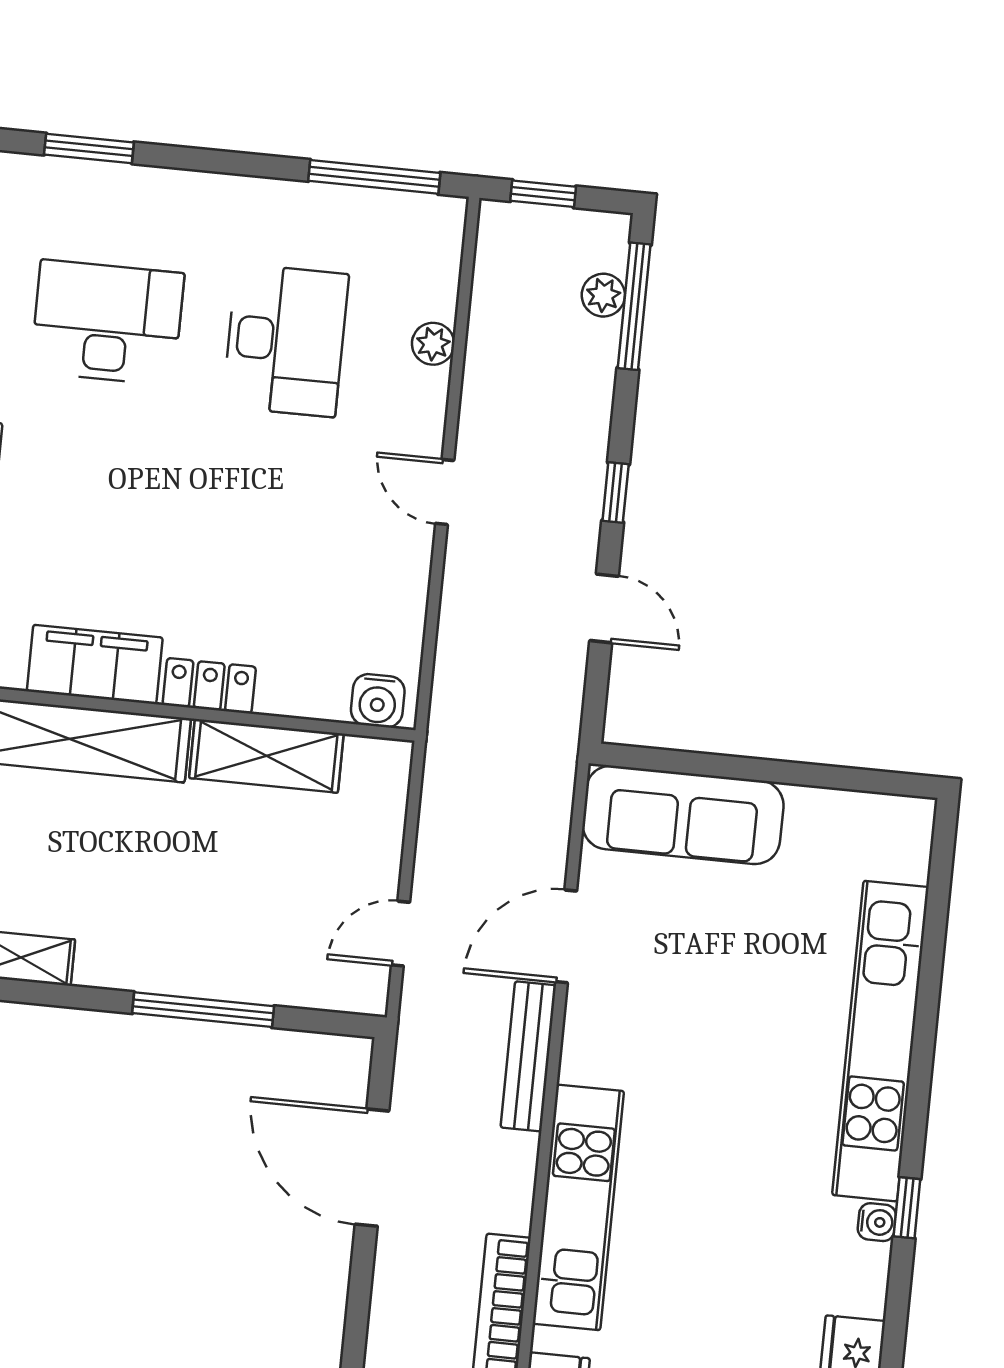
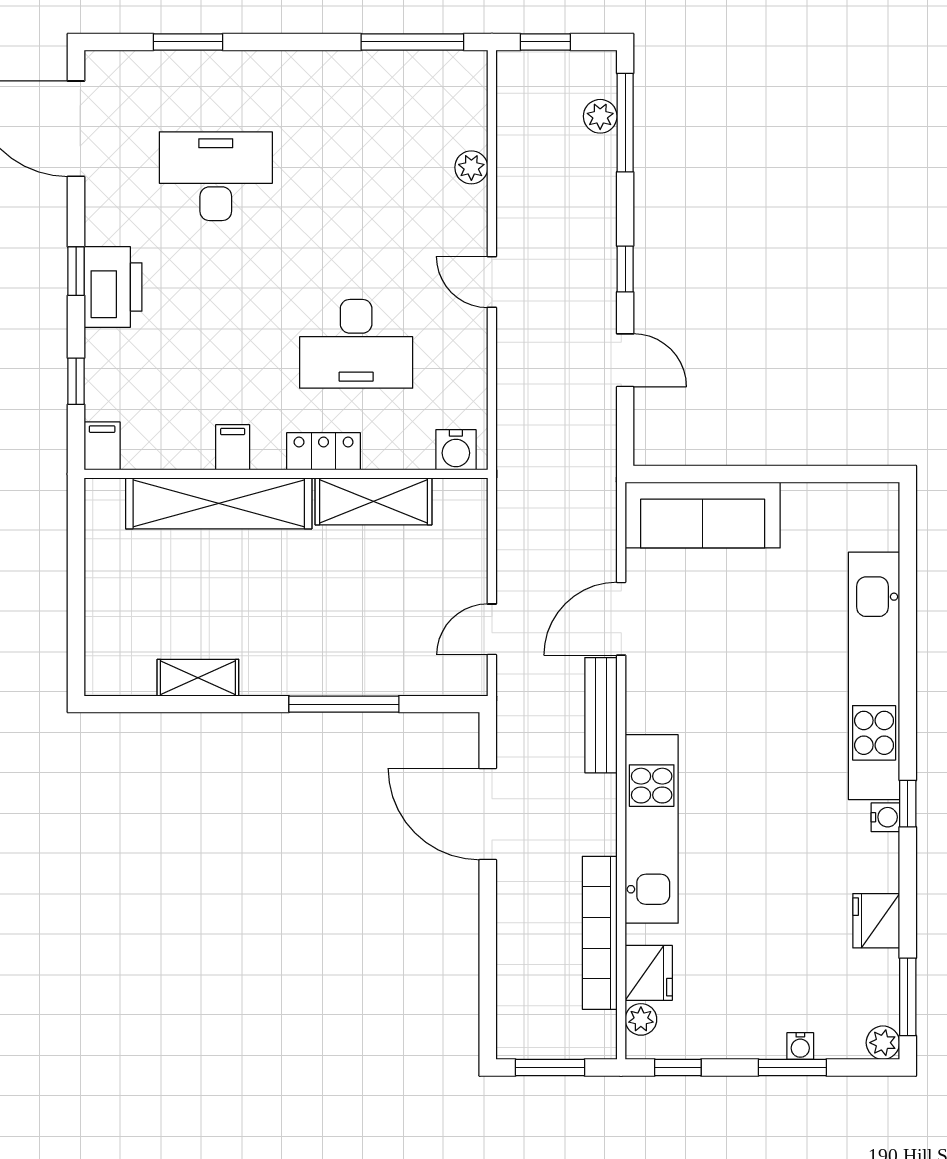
desk: (286, 340) -> (356, 344), moved, turned 90
filing cabinet: (95, 664) -> (233, 447), width x0.33, depth x0.86

